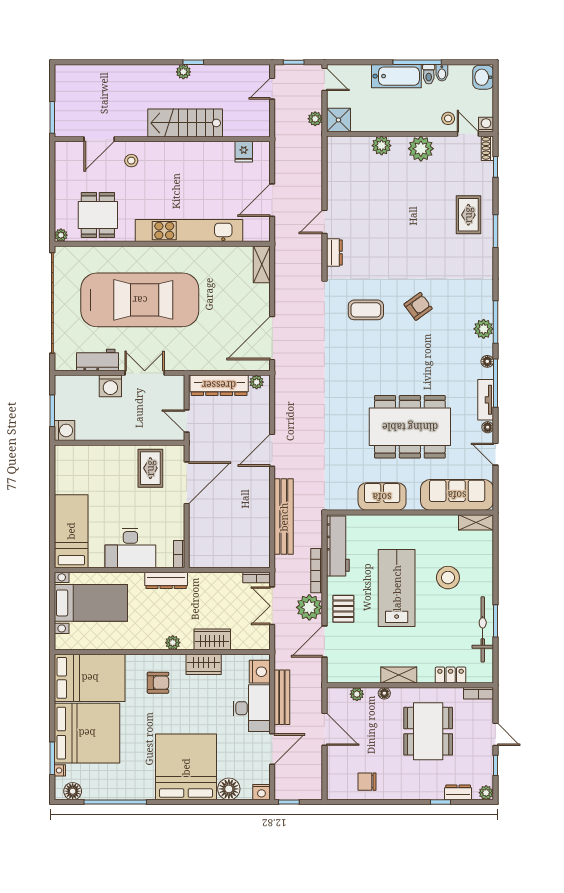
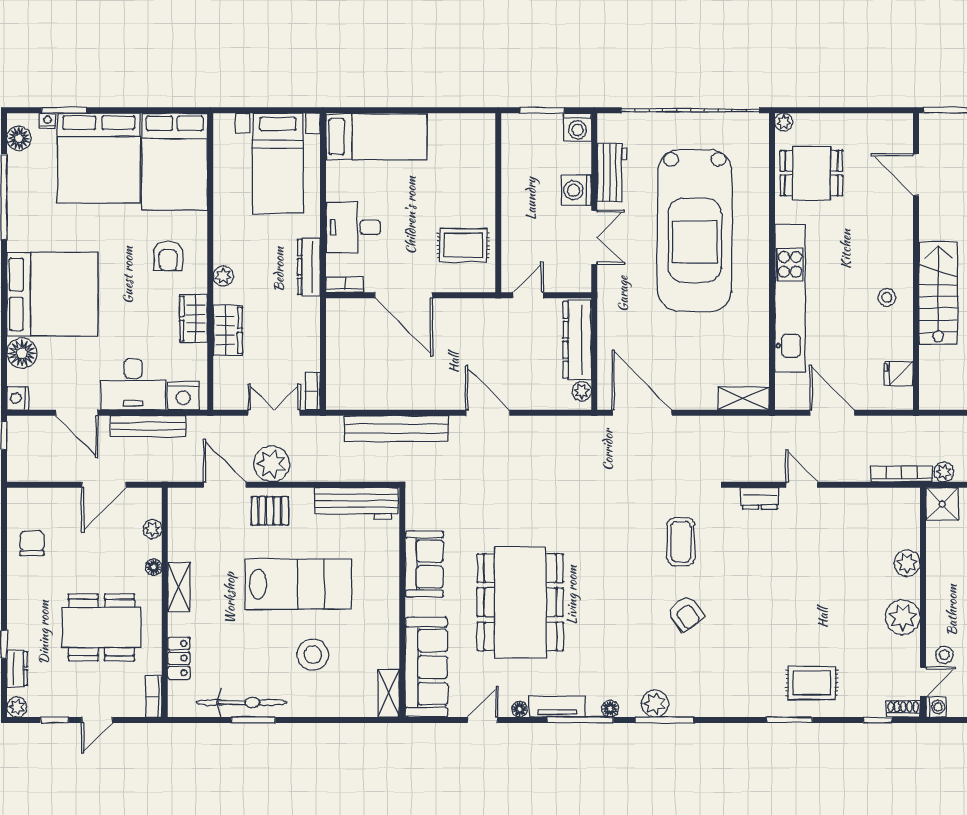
stool: (131, 161) -> (887, 297), moved
washing machine: (64, 430) -> (578, 127), moved
door: (187, 483) -> (404, 295), moved
desk: (130, 548) -> (353, 227), width x0.73
bookcase: (317, 571) -> (901, 474), moved

